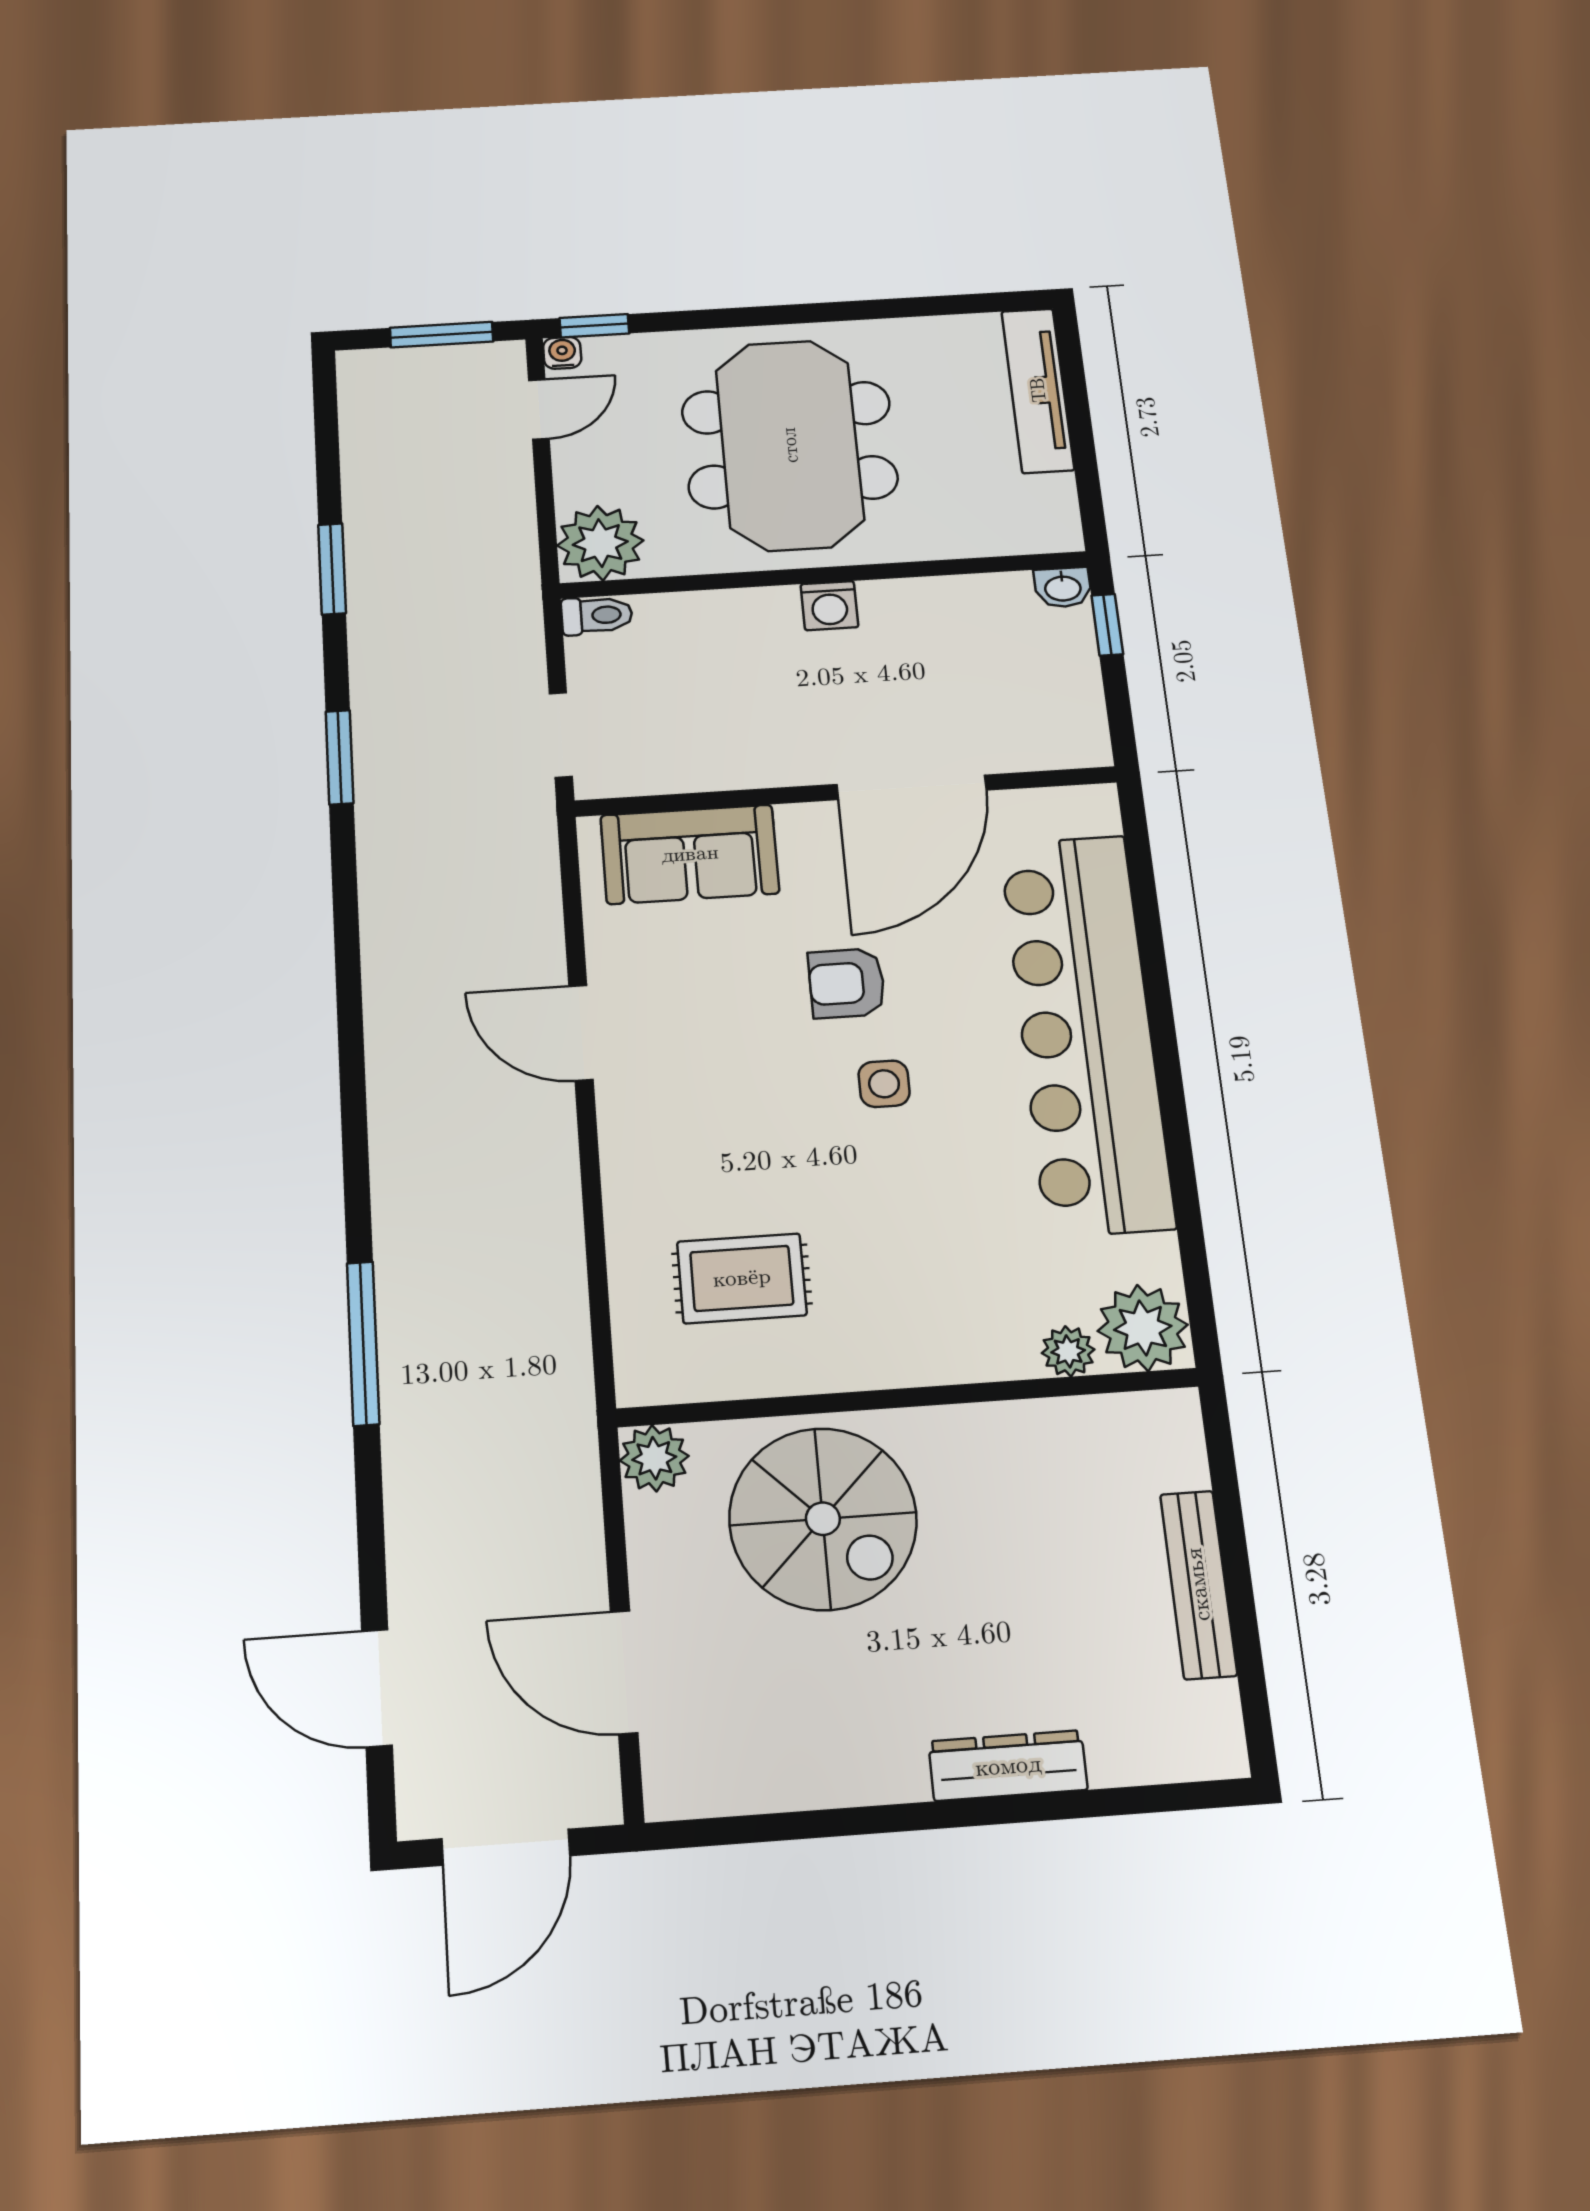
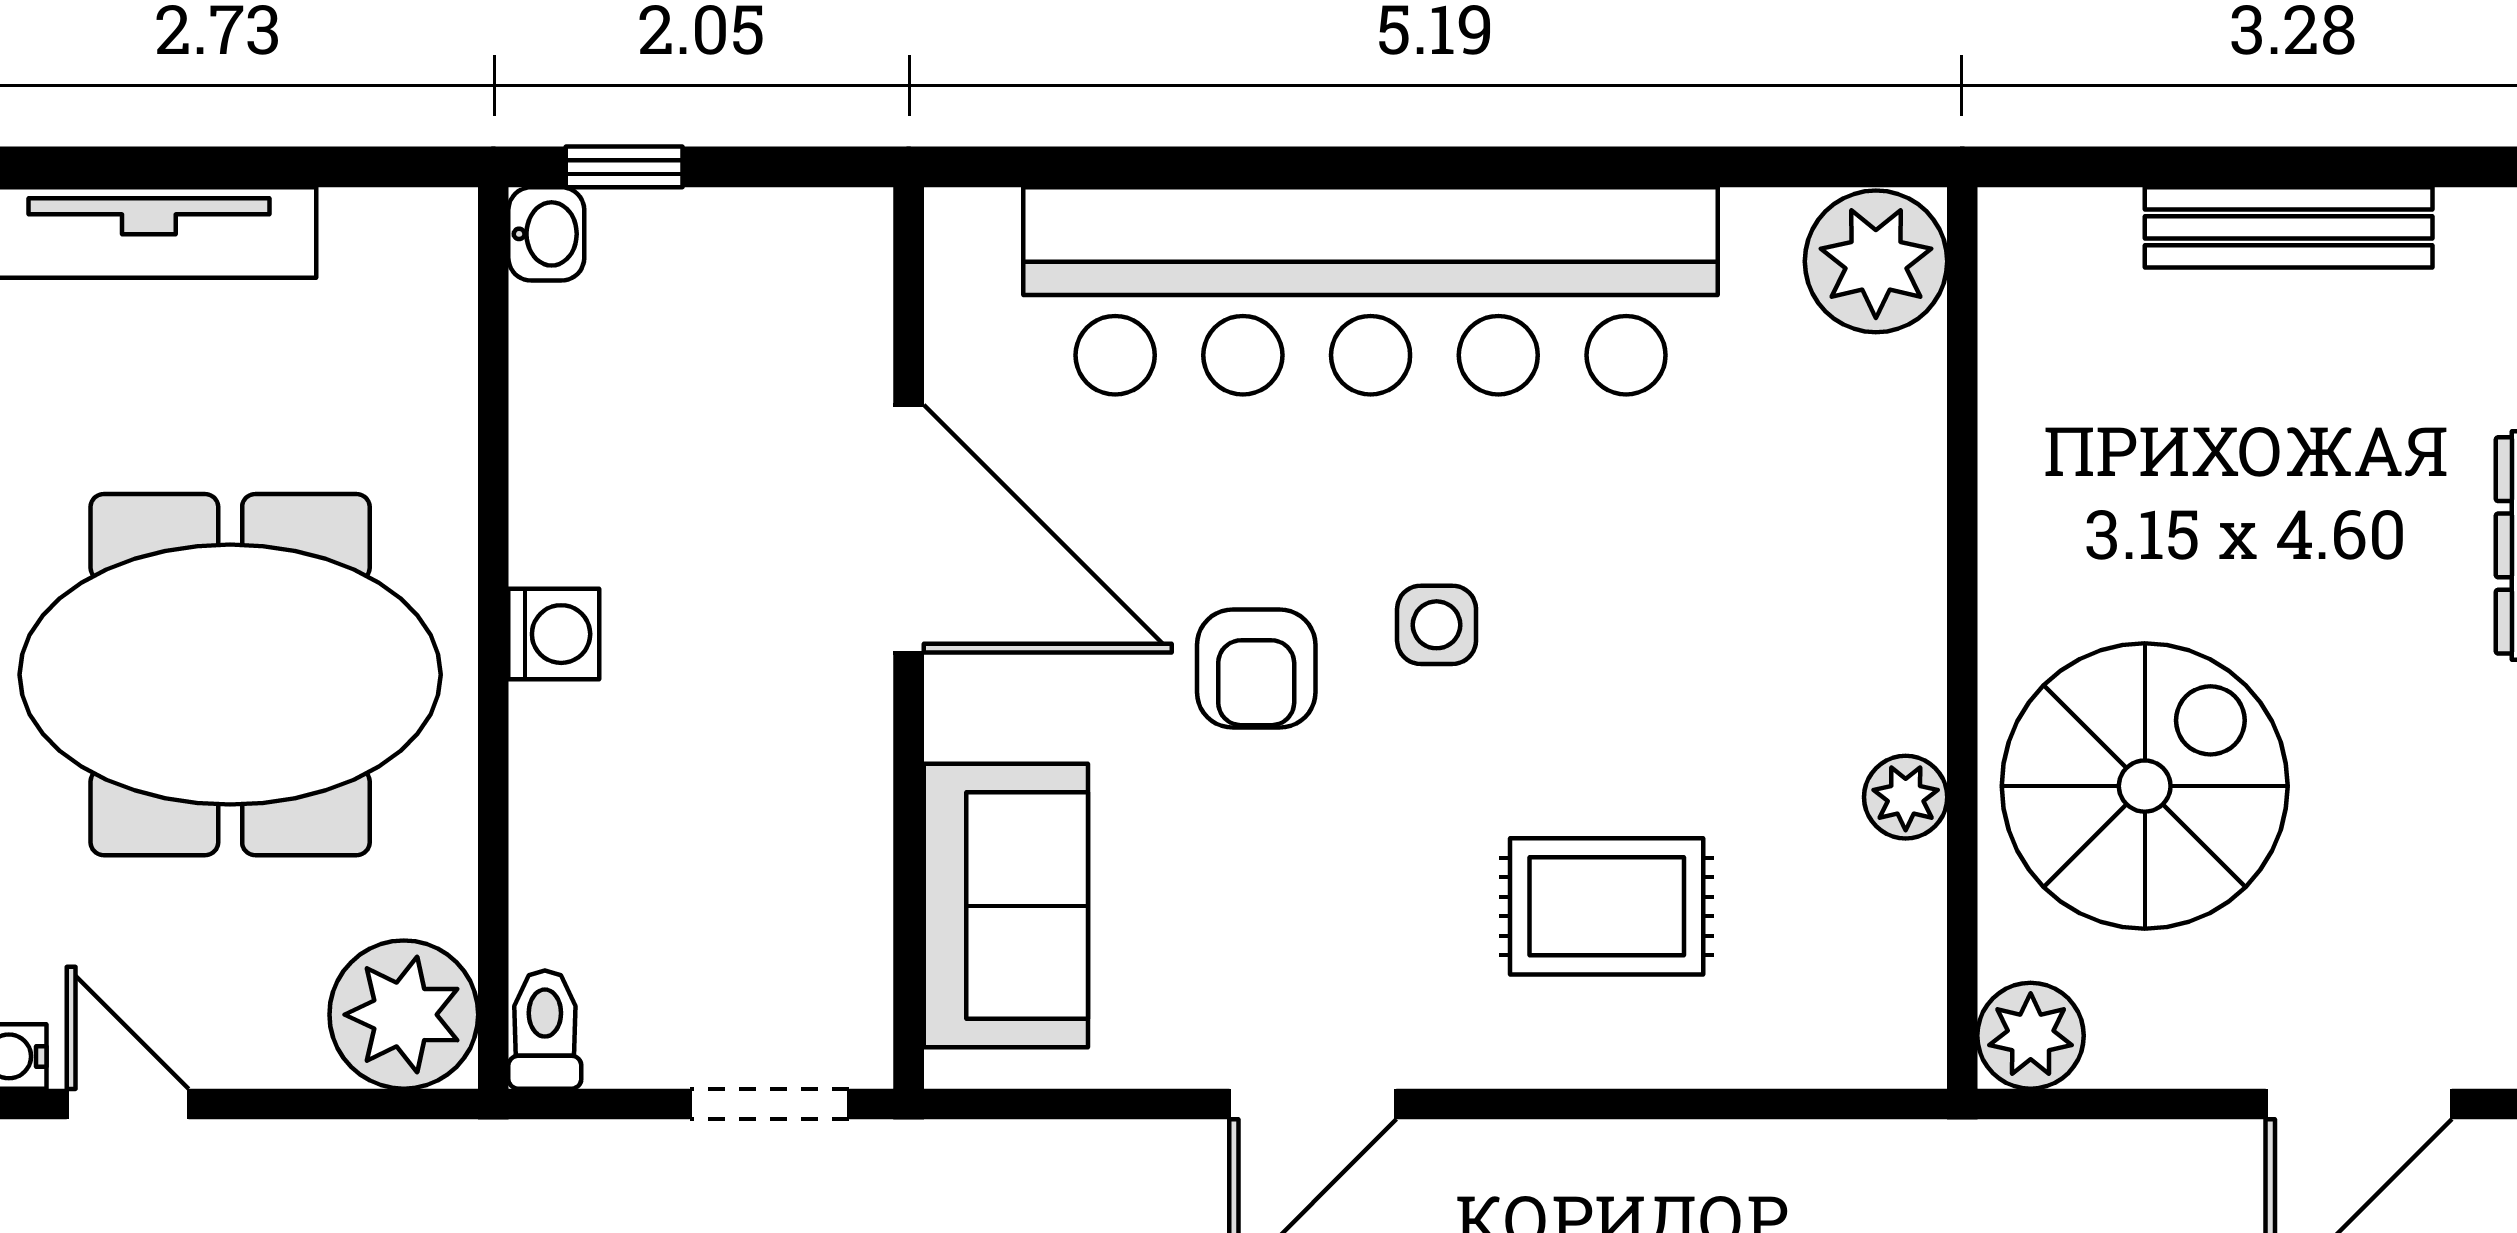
rug: (742, 1278) -> (1607, 906), moved, turned 90
plant: (1068, 1351) -> (1906, 797), moved

